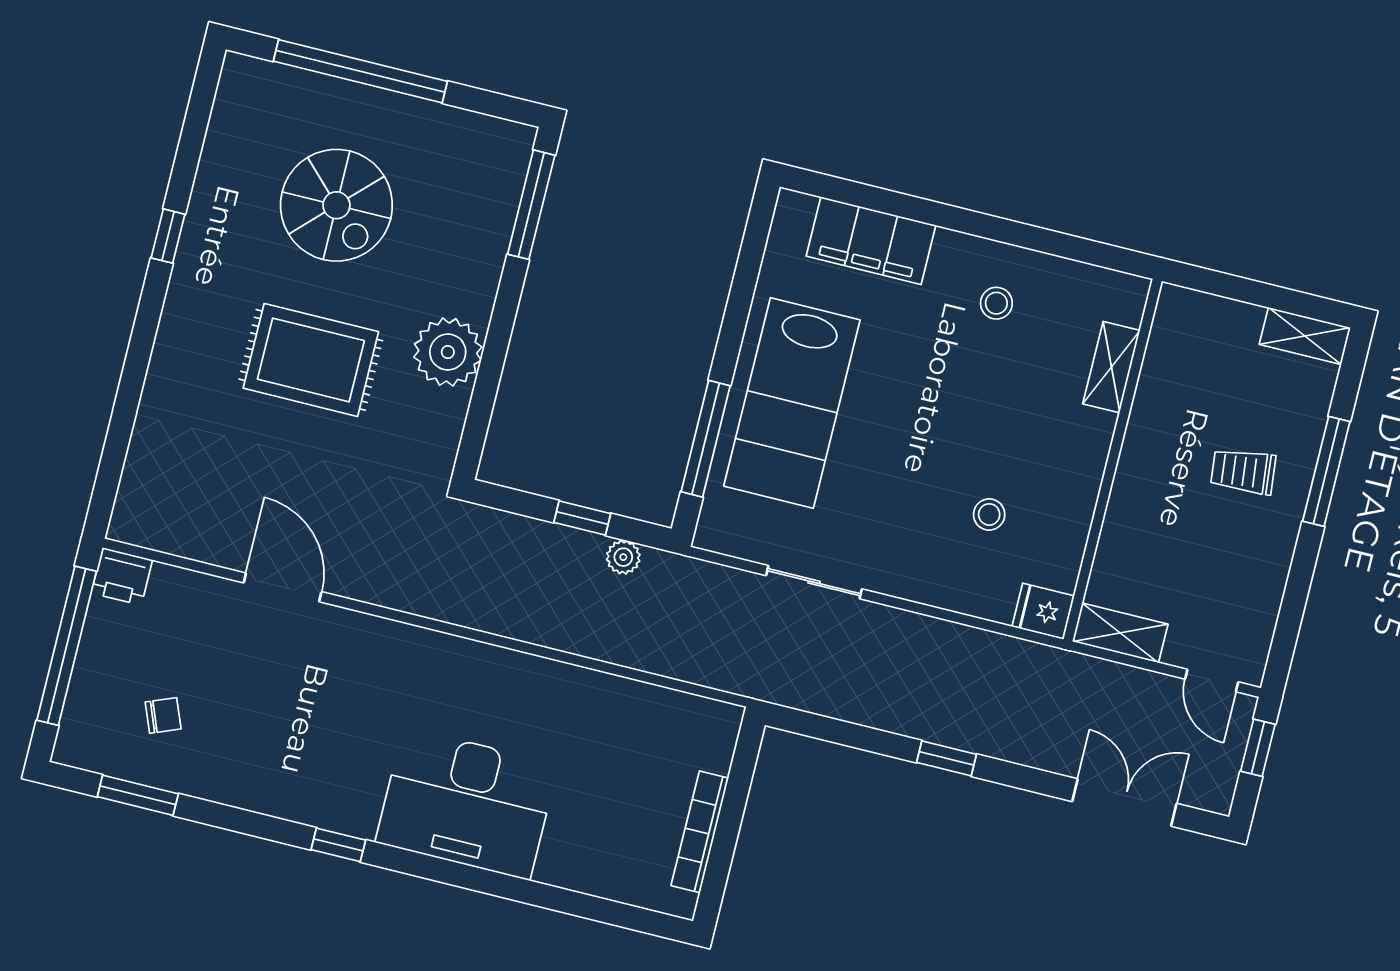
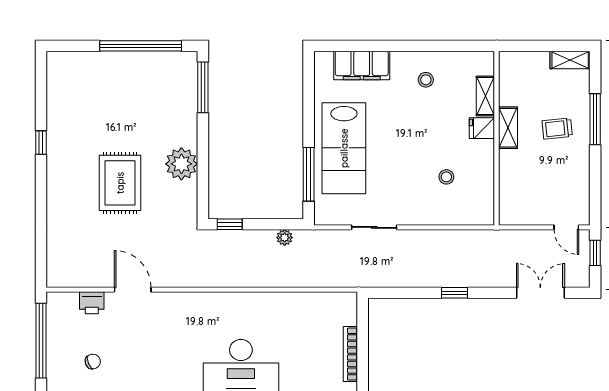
window: (360, 71) -> (141, 46), moved
spiral stairs: (336, 205) -> (114, 110), removed
rug: (311, 360) -> (120, 183), turned 90
window: (582, 518) -> (230, 224), moved
printer: (122, 576) -> (92, 303), moved
fridge: (1043, 611) -> (482, 128), moved
shelving: (1120, 633) -> (508, 128), moved, turned 90

